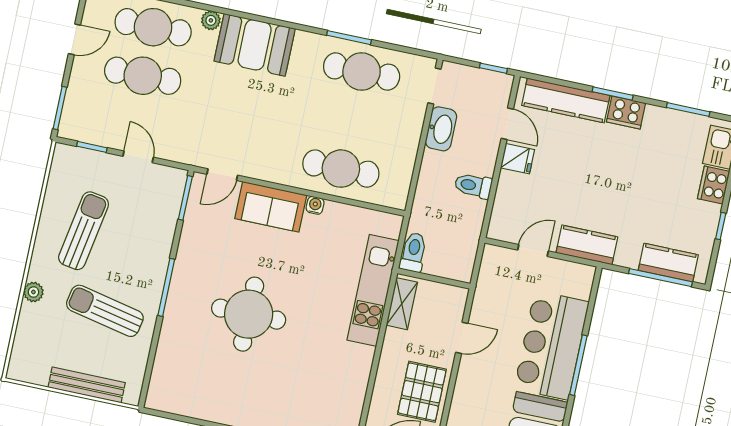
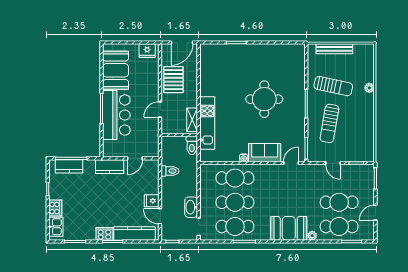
cafe table: (351, 120) -> (235, 202), added
toilet: (473, 186) -> (170, 171), moved
sun lounger: (84, 231) -> (329, 123), moved

